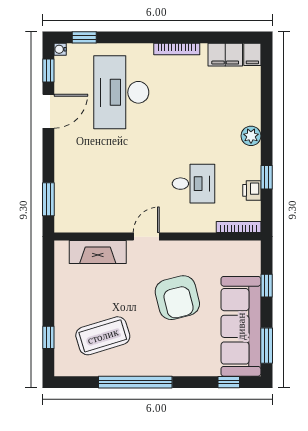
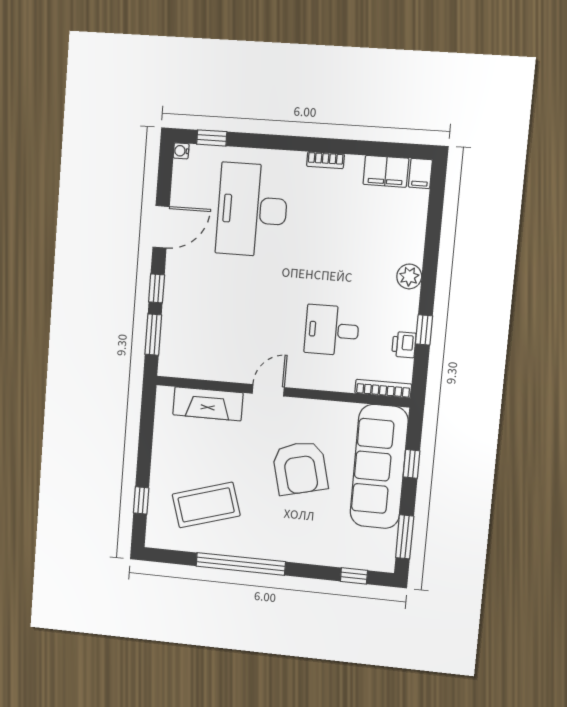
bookcase: (177, 49) -> (325, 160), width x0.64
window: (48, 70) -> (157, 288), moved
desk: (193, 184) -> (332, 330), turned 180
sofa: (241, 326) -> (379, 467), moved

